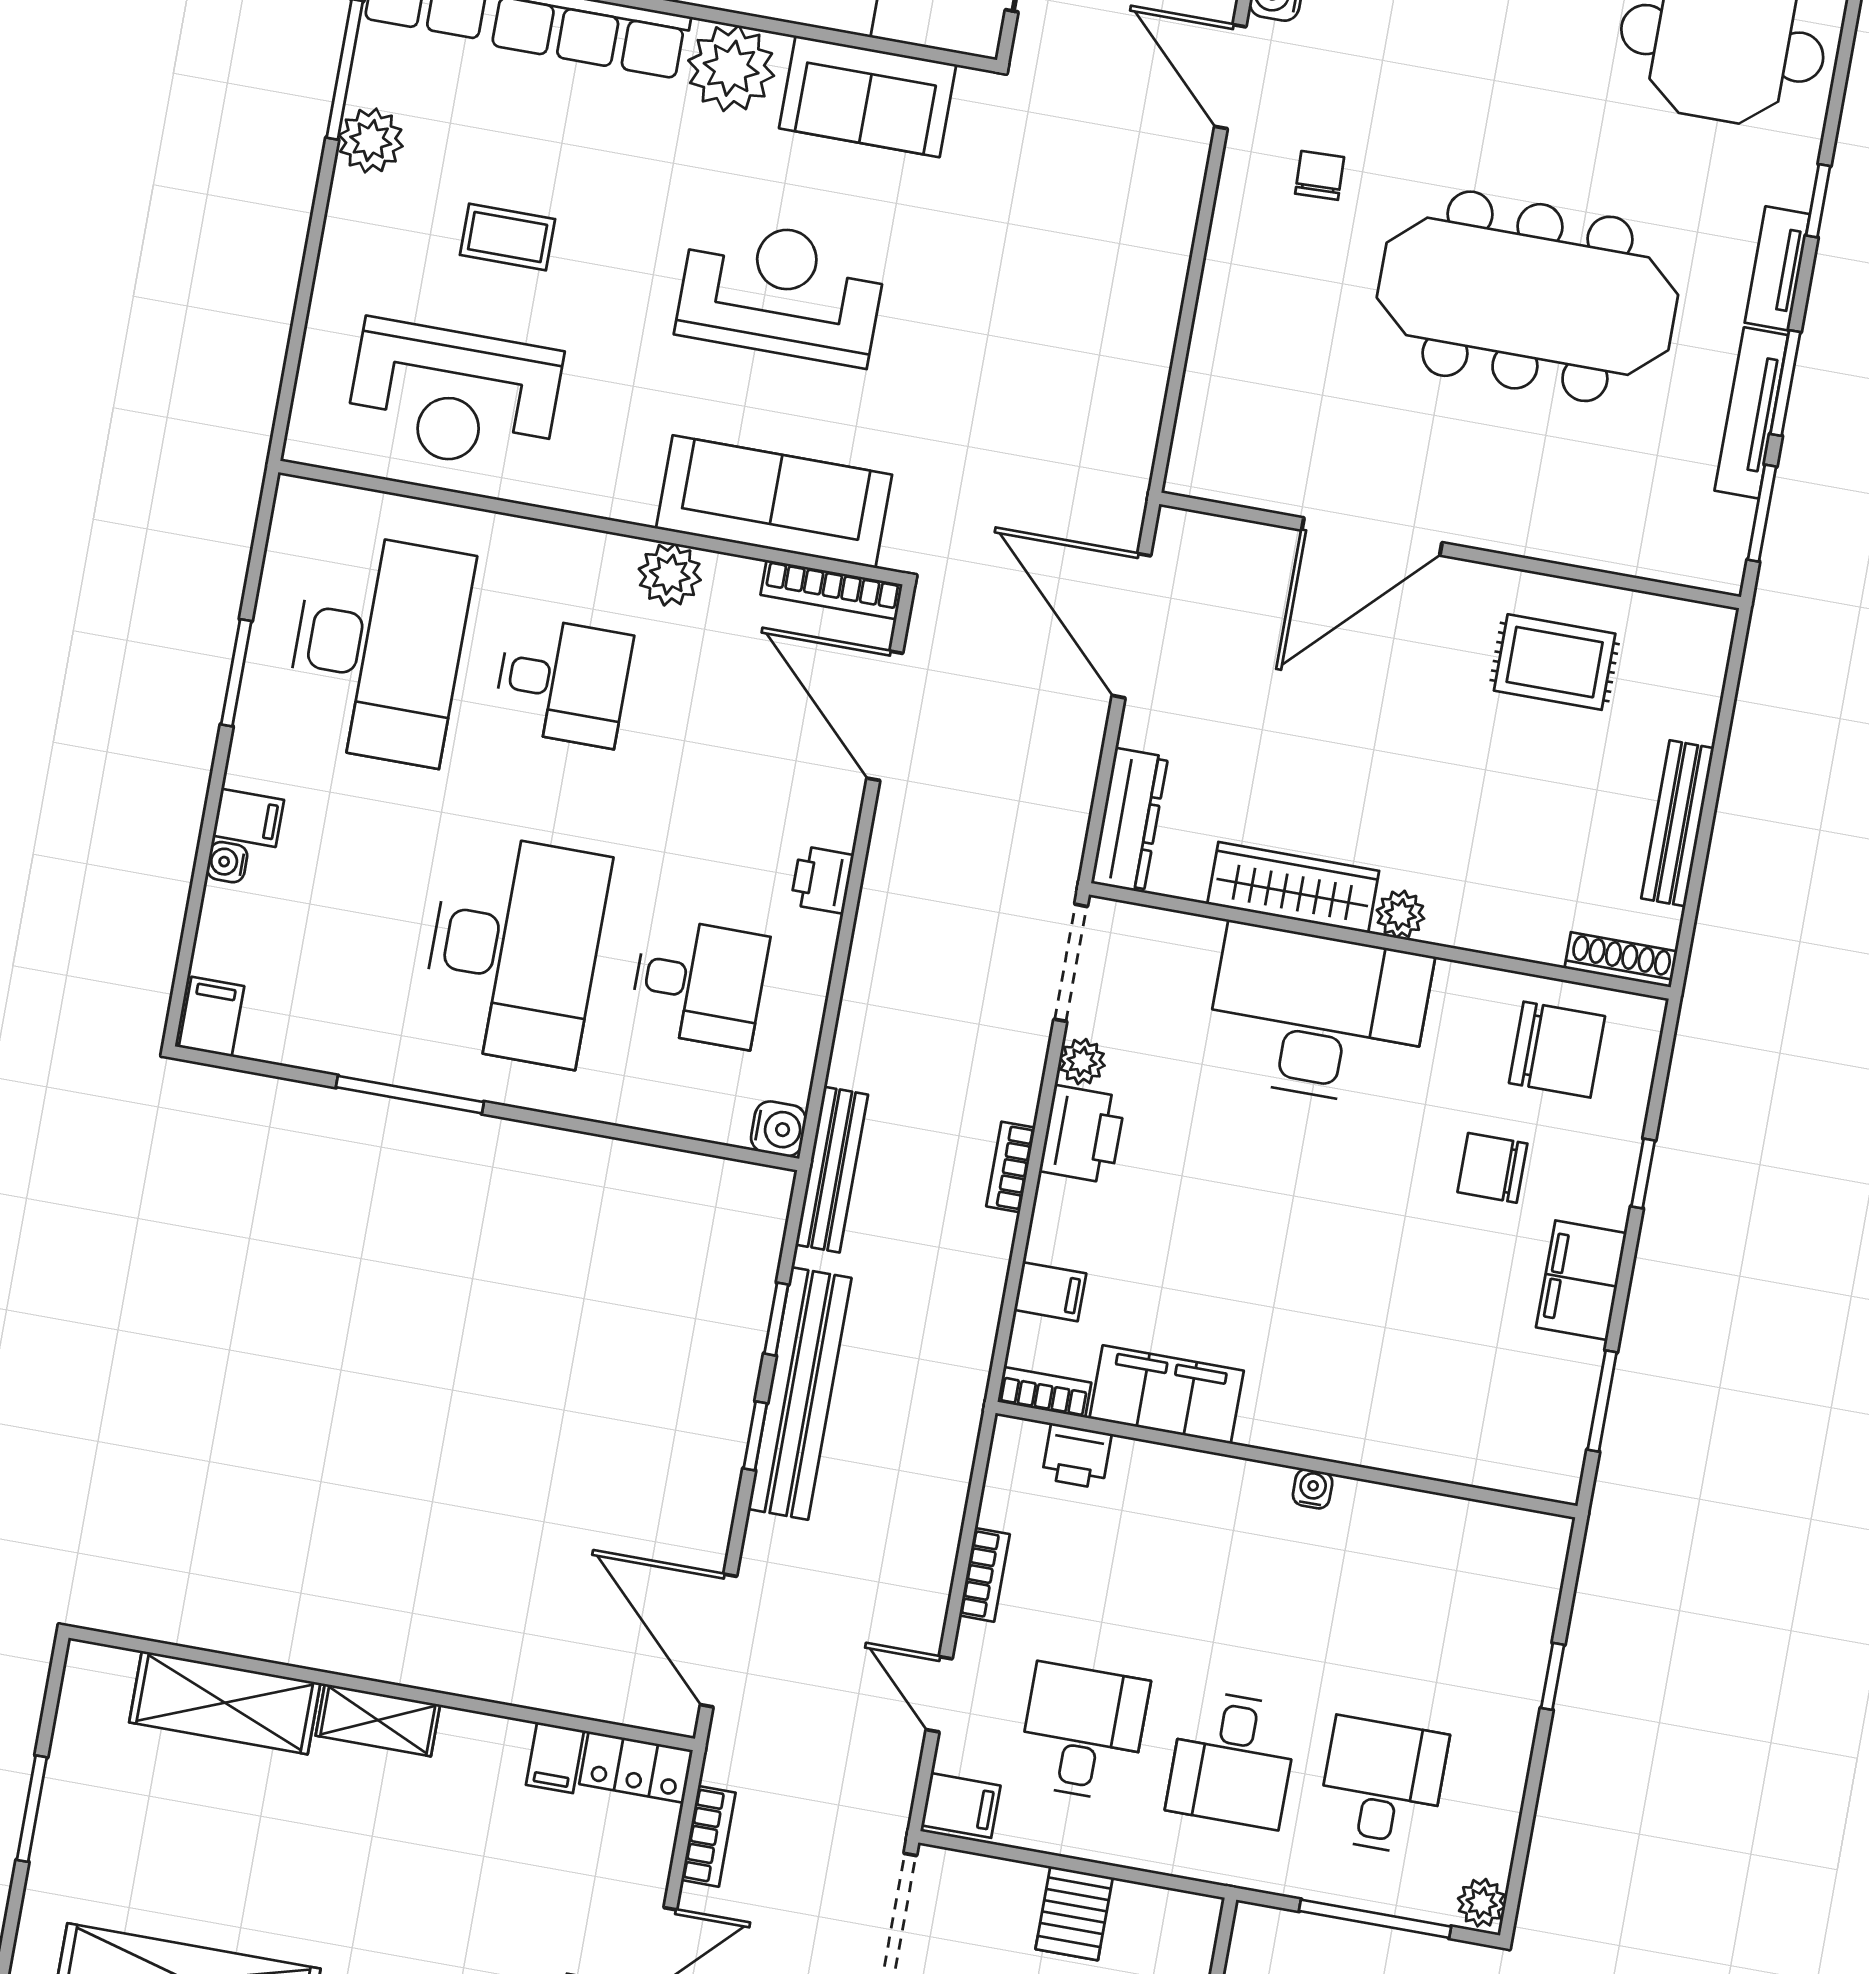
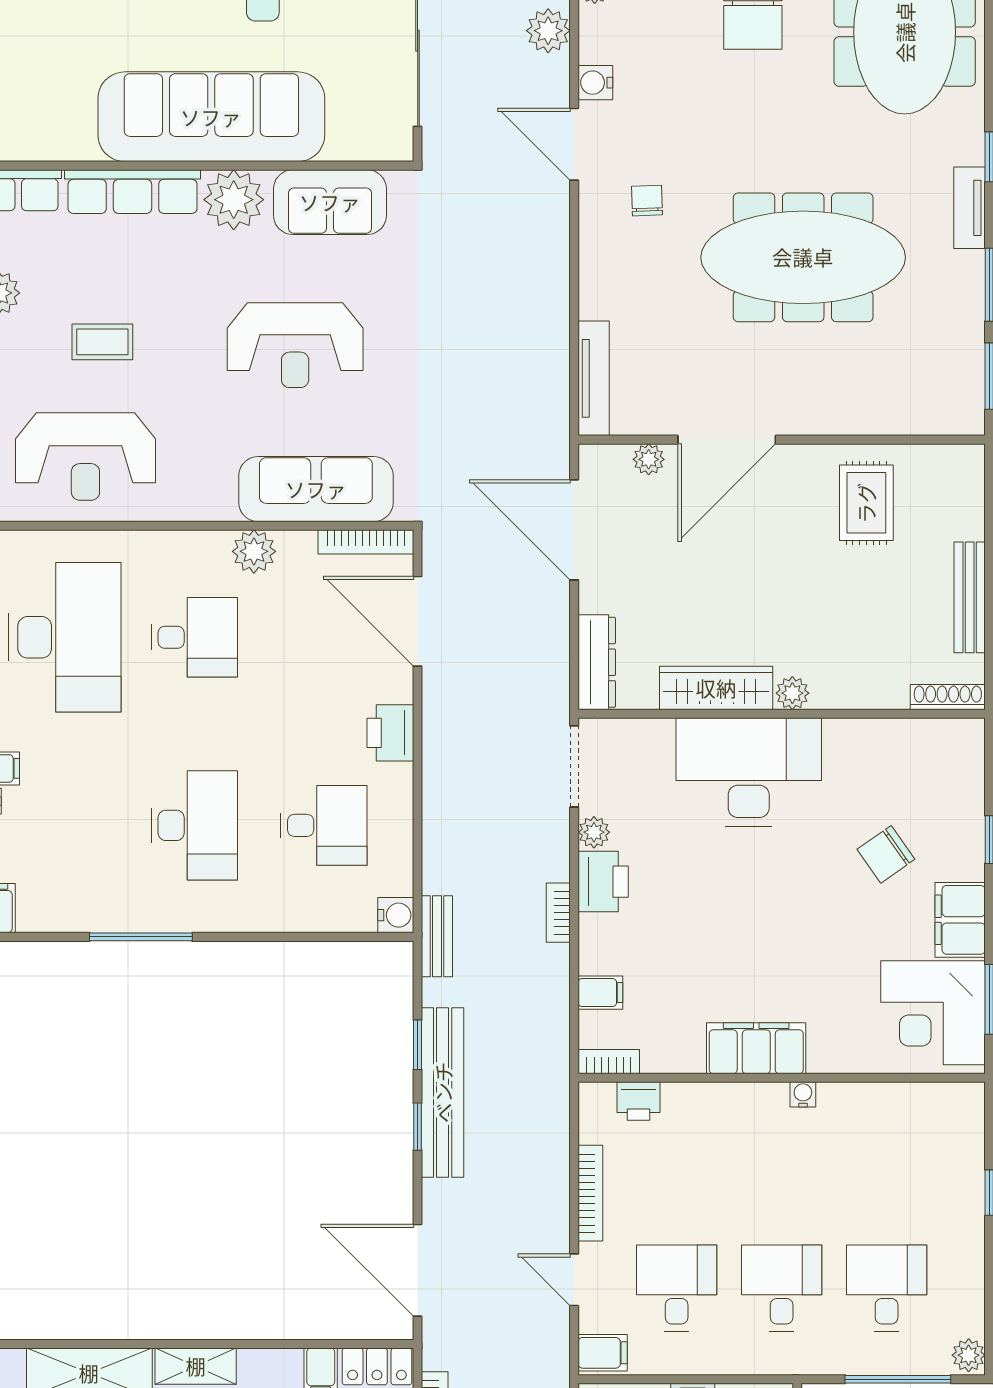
reception desk: (781, 291) -> (295, 345), turned 180
tv unit: (1751, 413) -> (594, 378), moved, turned 180
plant: (1256, 544) -> (649, 459), added
rug: (1555, 662) -> (866, 503), turned 90
printer: (822, 880) -> (390, 733), width x1.36, depth x1.24
desk: (515, 949) -> (194, 825), width x0.73, depth x0.77
chair: (1557, 1050) -> (915, 766), removed
chair: (1492, 1168) -> (886, 854), turned -35
bench: (832, 1170) -> (437, 936), width x0.73
filing cabinet: (1167, 1394) -> (756, 1048), moved
corner desk: (1519, 1406) -> (933, 1013), added
bookcase: (984, 1575) -> (590, 1193), width x1.56
desk: (1233, 1759) -> (782, 1288), turned 180

